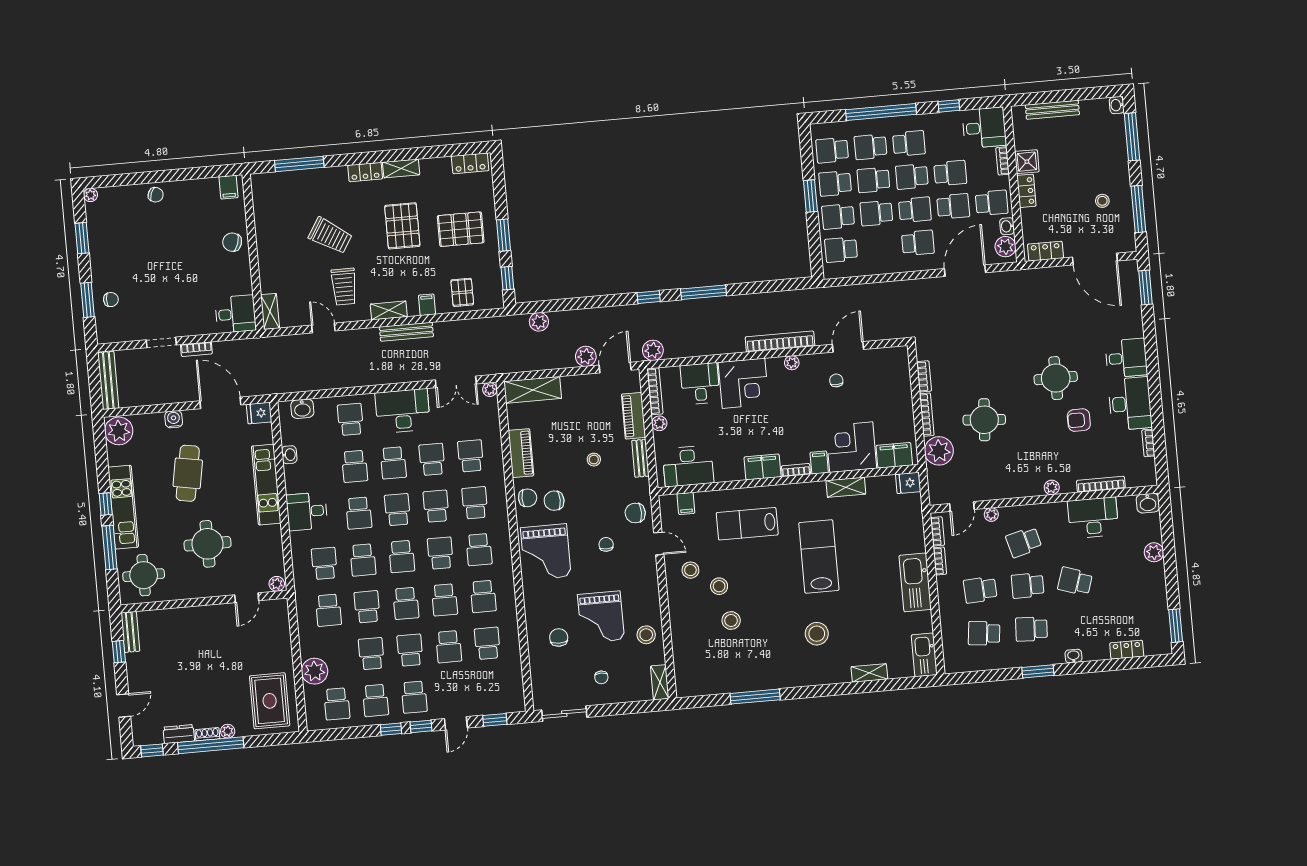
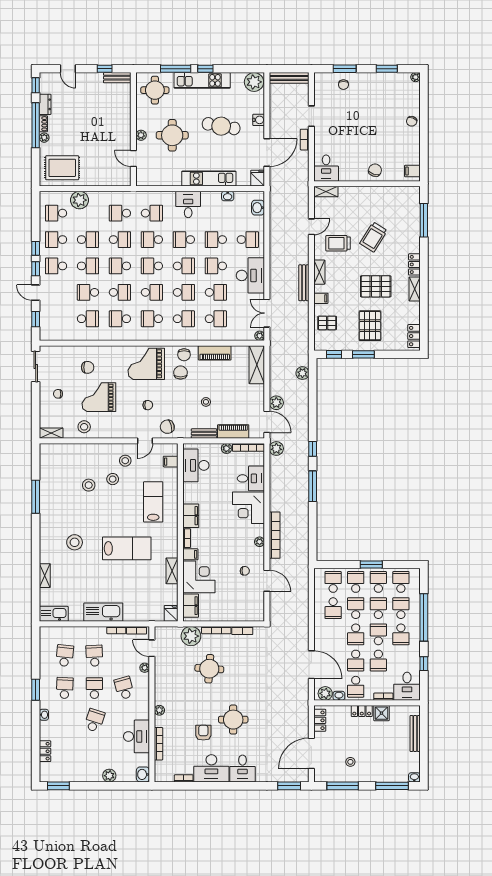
school desk: (918, 243) -> (333, 608), moved
chair: (635, 513) -> (167, 427), turned -103
plant: (277, 584) -> (141, 135), moved
school desk: (444, 600) -> (120, 292), turned 180

